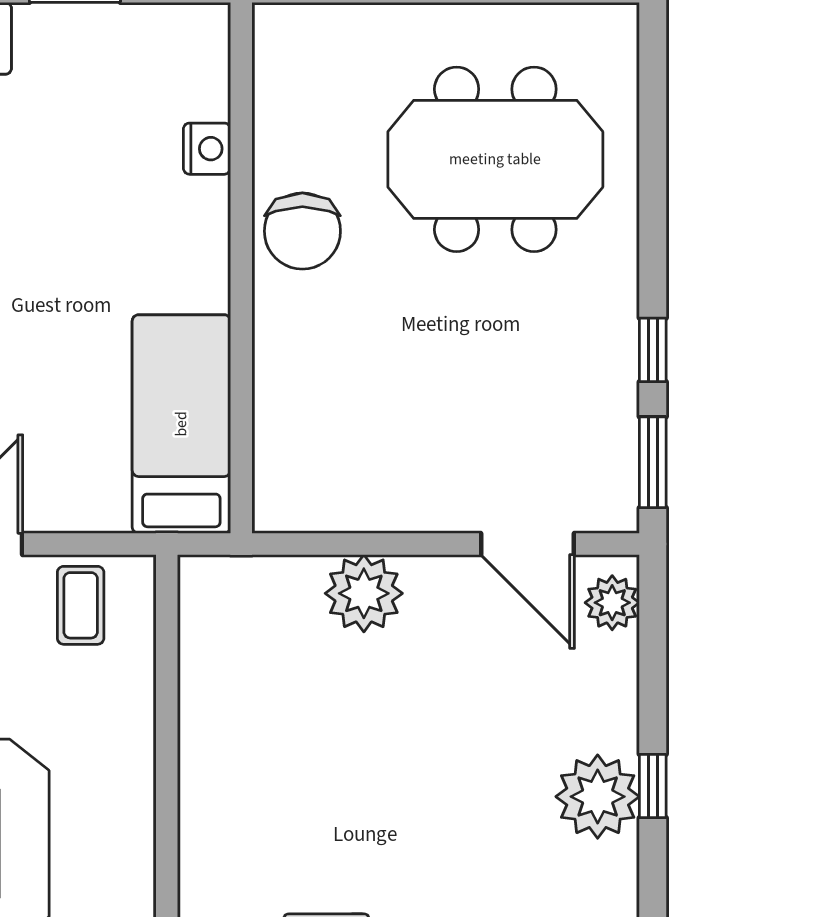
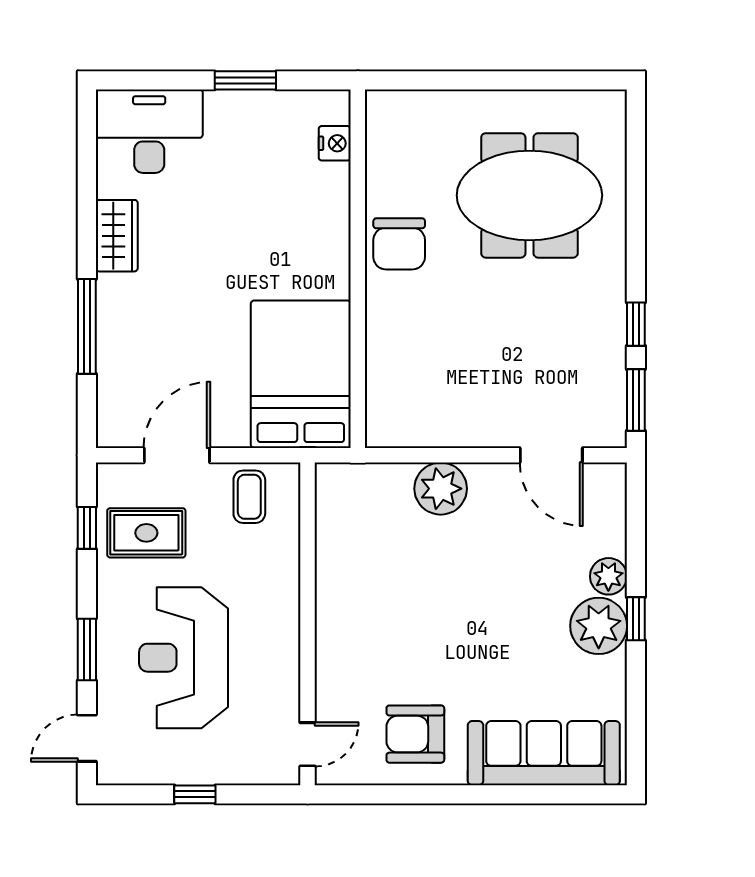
nightstand: (207, 149) -> (335, 143), moved
bed: (181, 424) -> (301, 374), width x1.50
plant: (612, 603) -> (608, 576), moved

